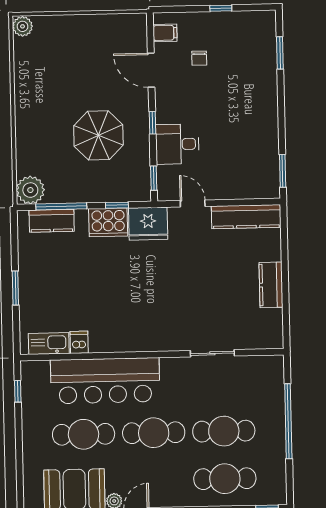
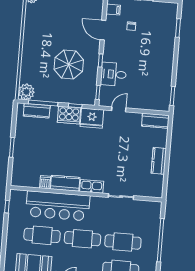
door: (193, 203) -> (119, 109), hinge flipped
kitchen counter: (246, 217) -> (155, 121), width x0.67
kitchen counter: (114, 340) -> (65, 183), added
kitchen sink: (49, 343) -> (92, 186), moved

